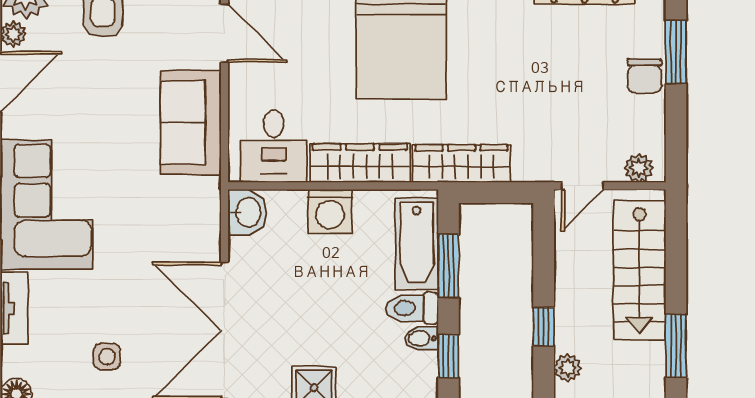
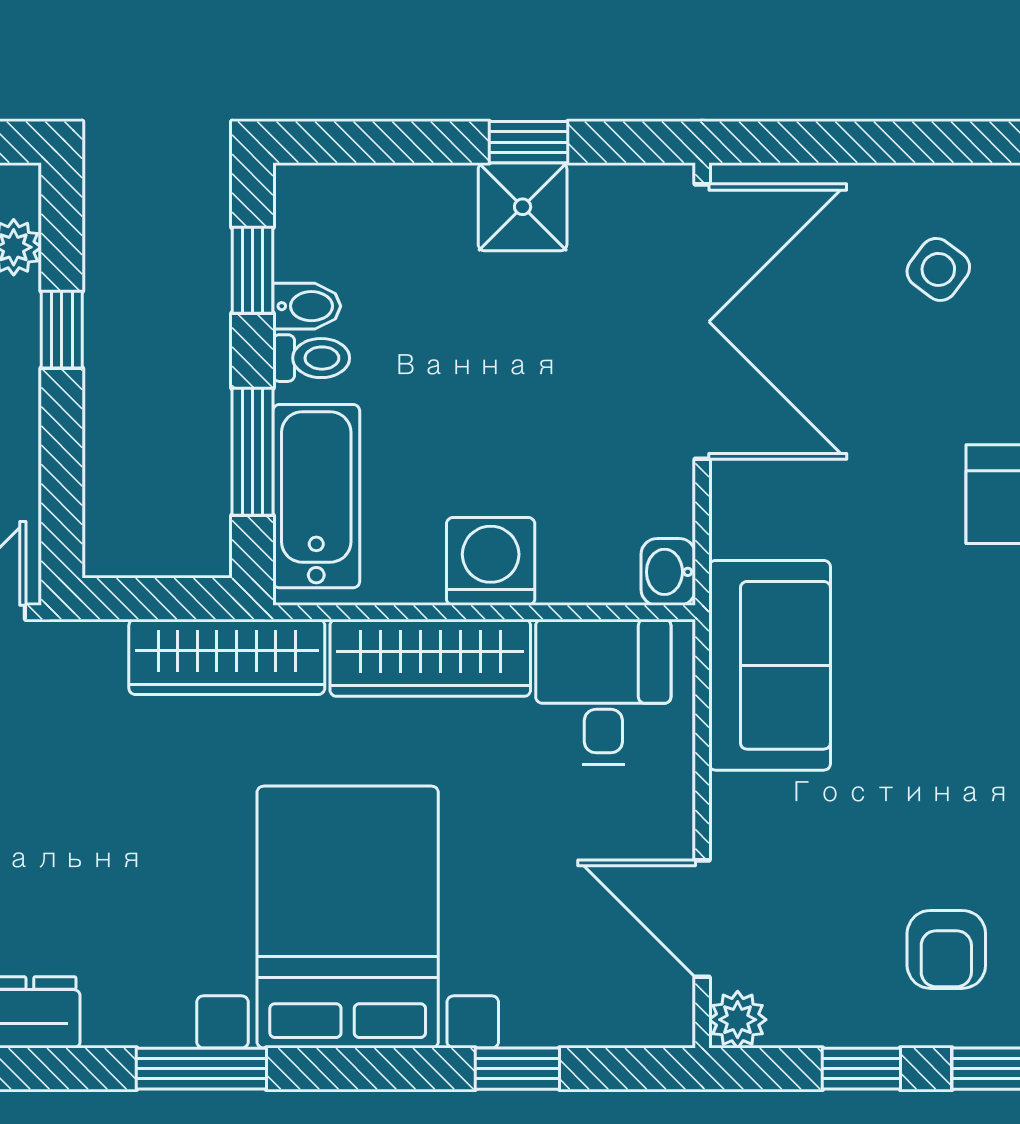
sofa: (191, 122) -> (770, 665), moved
washbasin: (247, 212) -> (668, 572), width x0.72, depth x0.69
toilet: (412, 308) -> (311, 358), width x0.73, depth x0.72
side table: (107, 357) -> (938, 269), turned 37

